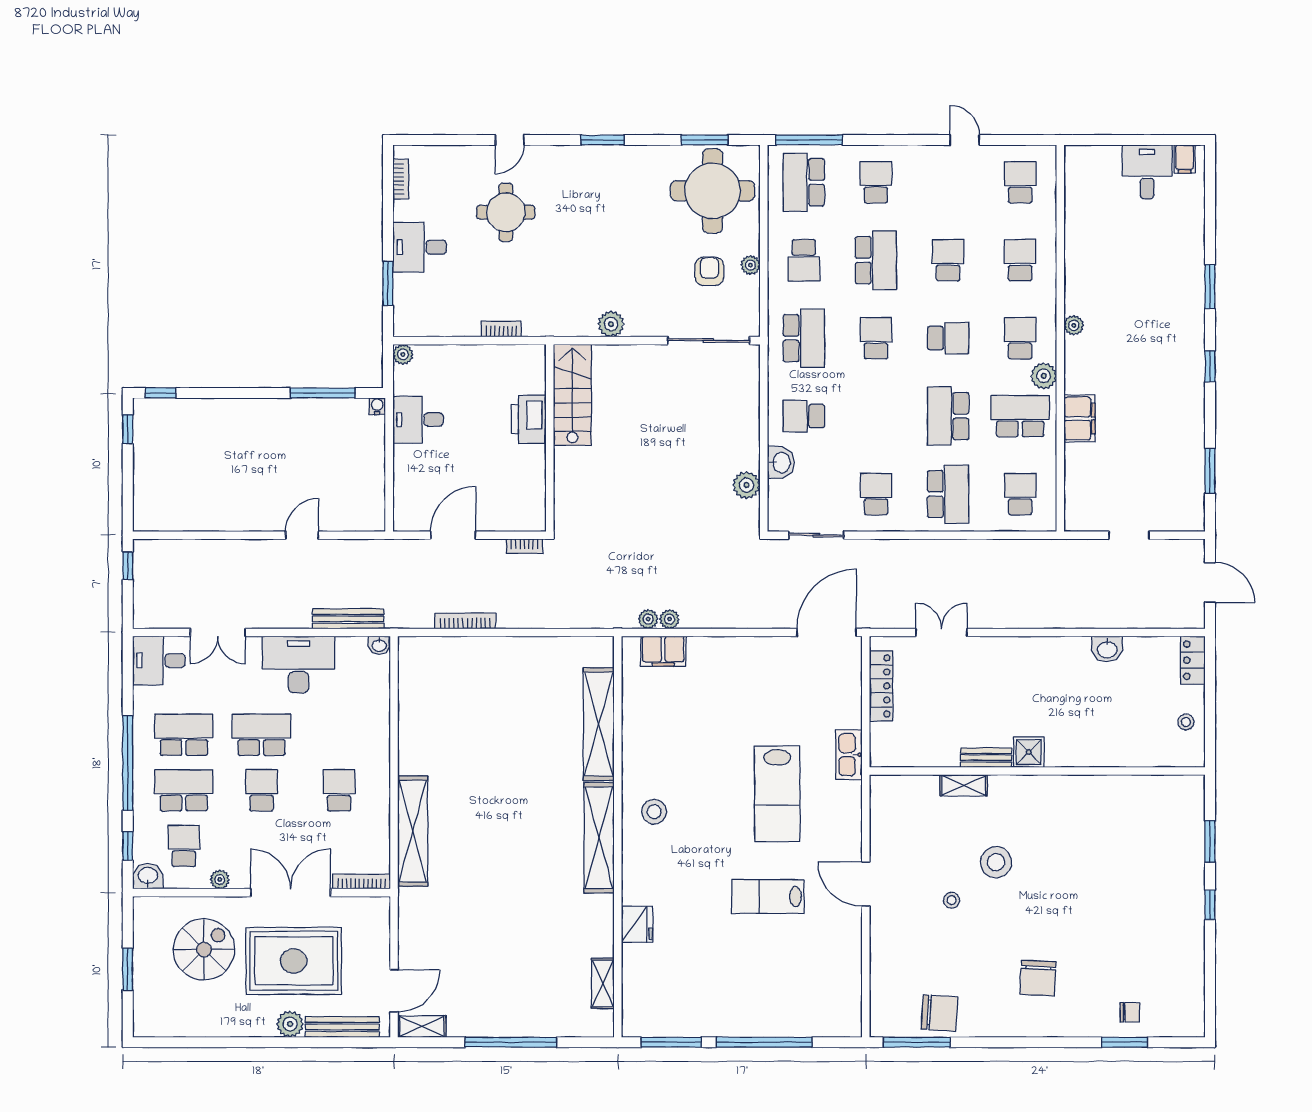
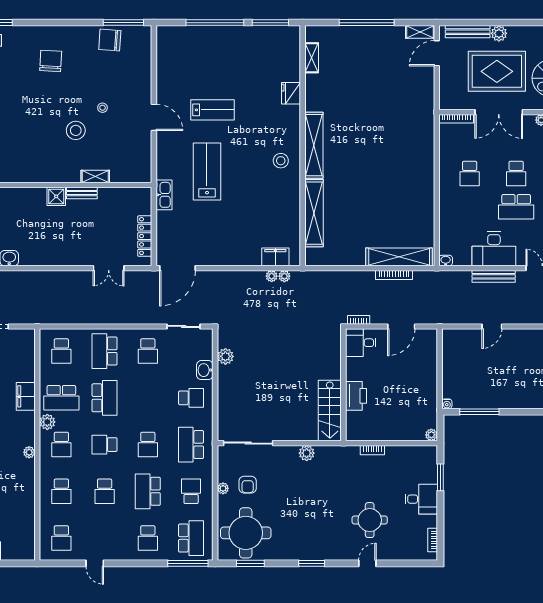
desk: (418, 420) -> (361, 343), moved, turned 180
bench: (348, 619) -> (494, 276), moved
shelving: (413, 831) -> (399, 257), moved, turned 90

